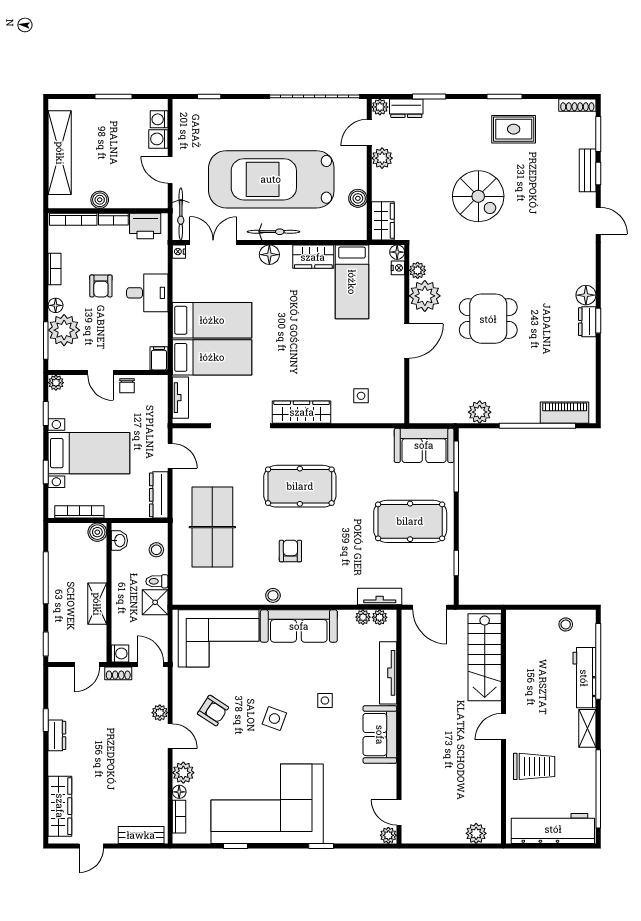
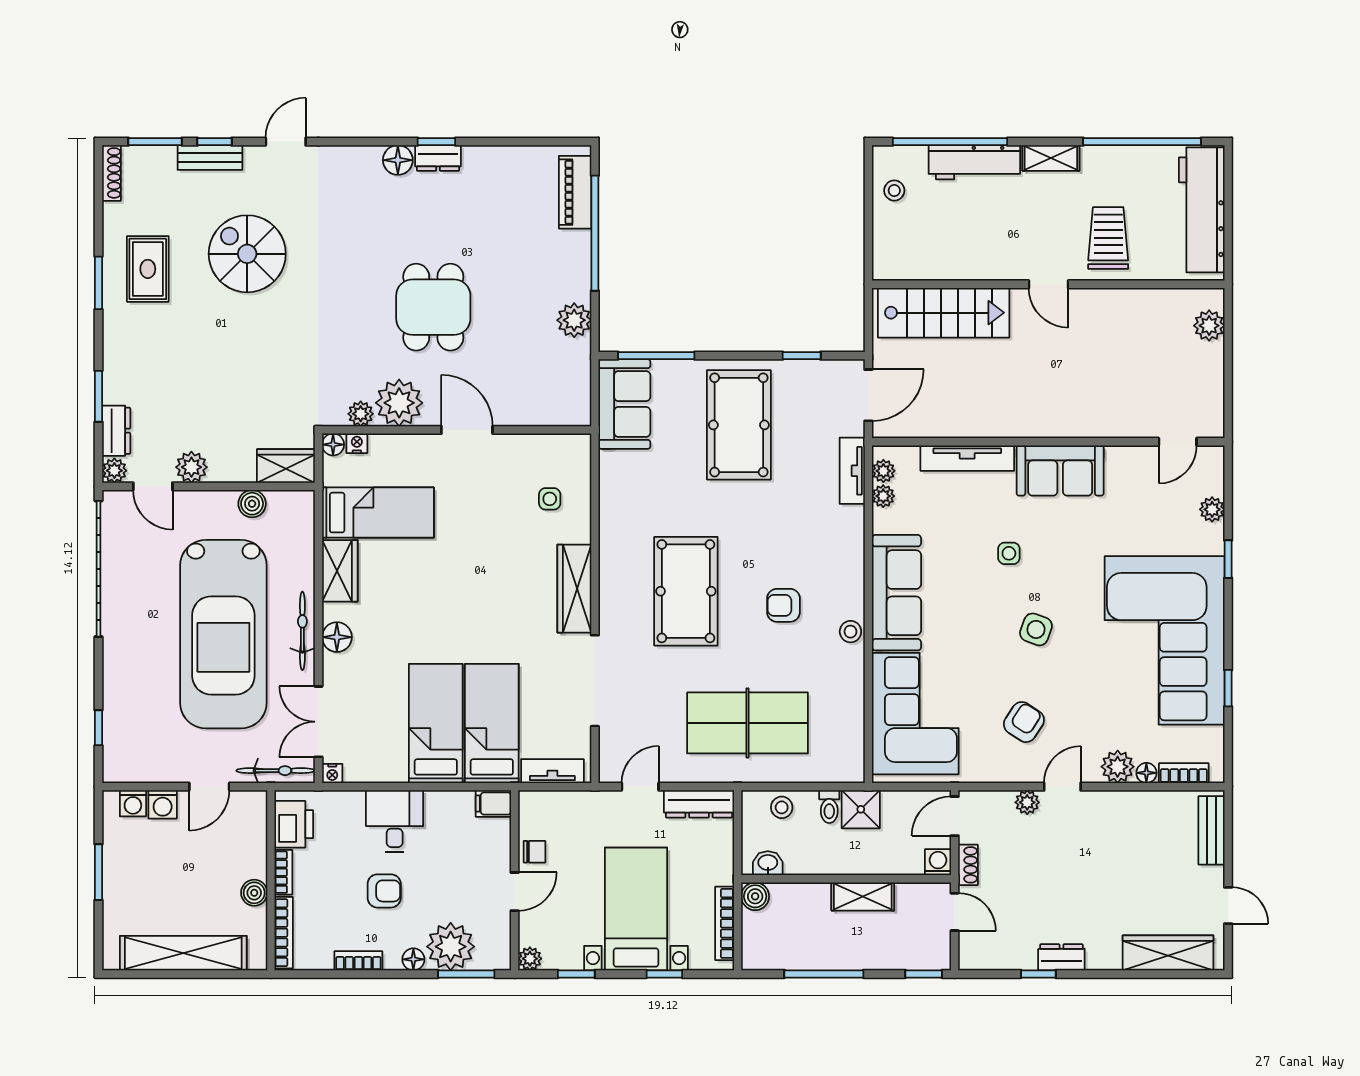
spiral stairs: (478, 196) -> (247, 254), moved, turned -90
plant: (388, 835) -> (1212, 509), moved

